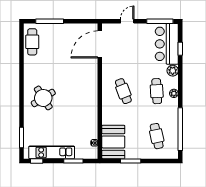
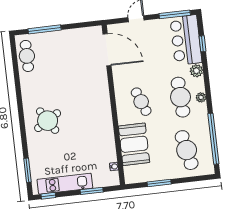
door: (100, 44) -> (107, 50), swing flipped
cafe table: (157, 91) -> (180, 97), width x1.37, depth x1.35
cafe table: (157, 136) -> (187, 150), width x1.37, depth x1.35
booth: (113, 142) -> (134, 144), moved

